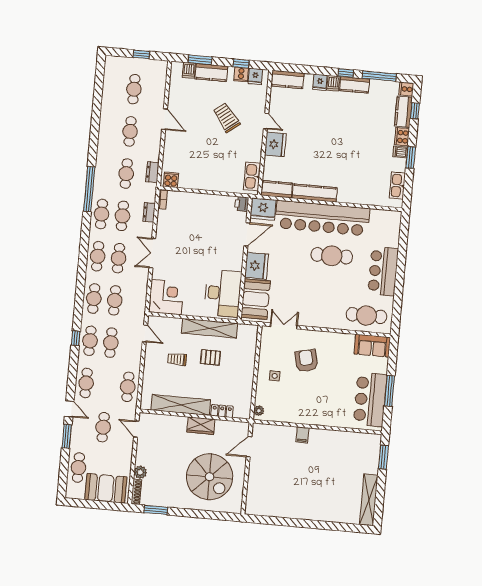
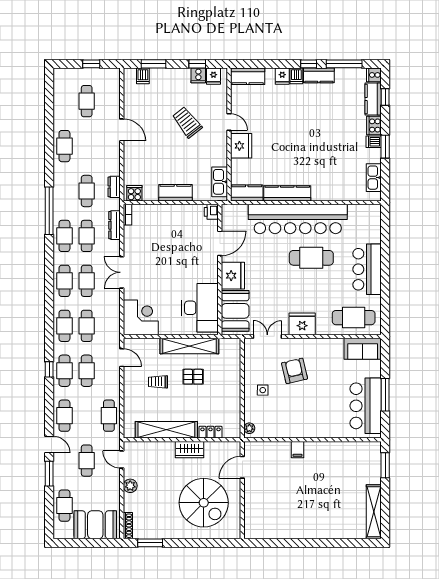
kitchen counter: (211, 72) -> (175, 193), moved, turned 180
cafe table: (130, 131) -> (64, 146), moved
fridge: (263, 209) -> (302, 324), moved, turned 180
dresser: (149, 212) -> (115, 225), width x1.44
plant: (140, 472) -> (130, 486), moved

